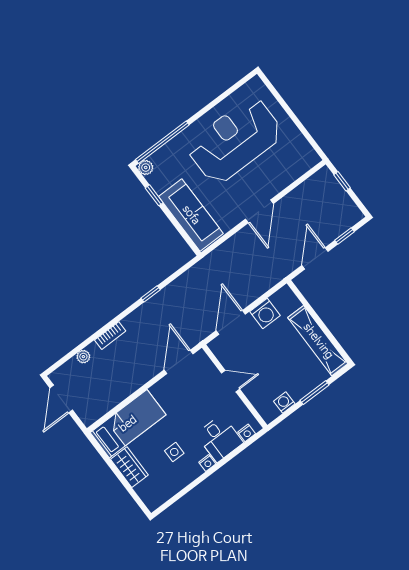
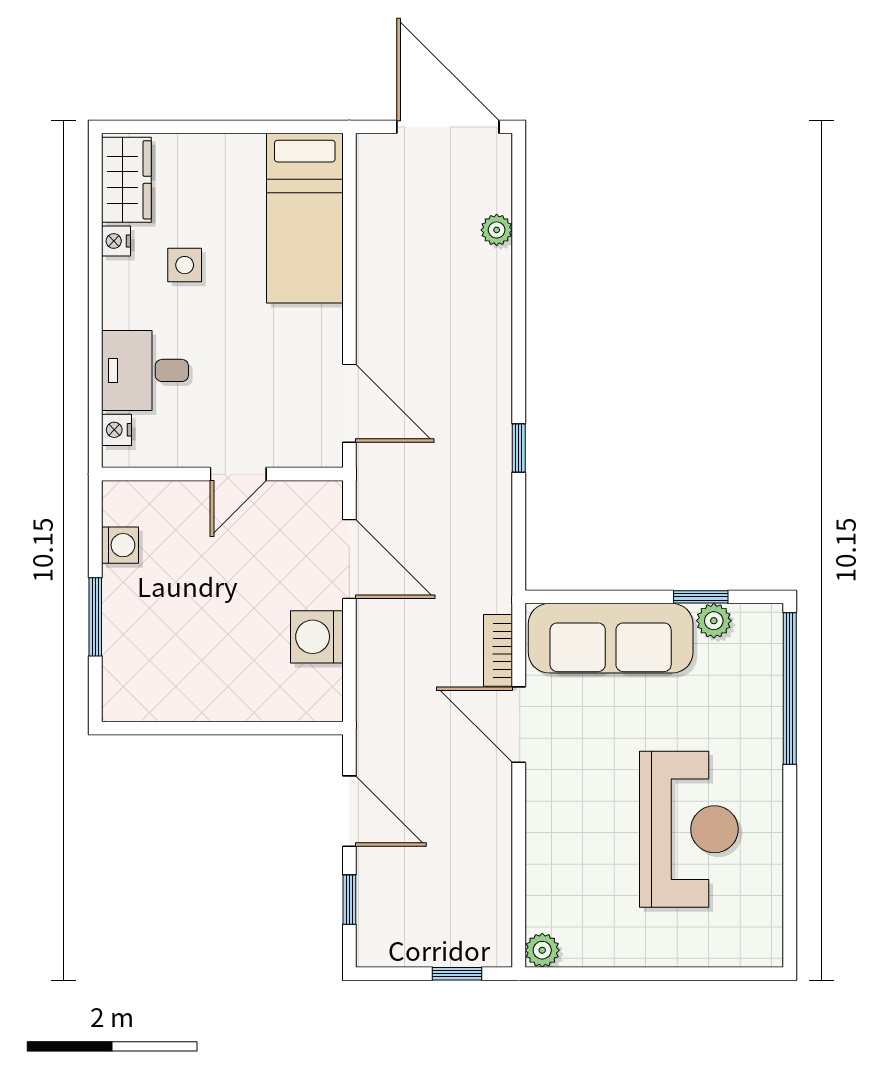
reception desk: (235, 140) -> (689, 829), width x0.74, depth x0.77
plant: (313, 159) -> (542, 950), added
plant: (146, 168) -> (714, 621), moved
door: (259, 211) -> (519, 725), moved
bookcase: (110, 336) -> (498, 650), moved
shelving: (318, 341) -> (189, 698), removed
door: (61, 399) -> (448, 127), width x1.36
nightstand: (207, 463) -> (116, 241), moved
wardrobe: (129, 467) -> (126, 180), moved, turned -90

